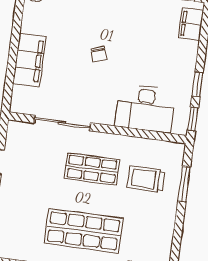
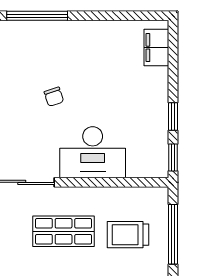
desk: (145, 108) -> (93, 152), moved
window: (184, 184) -> (173, 234), width x1.44

